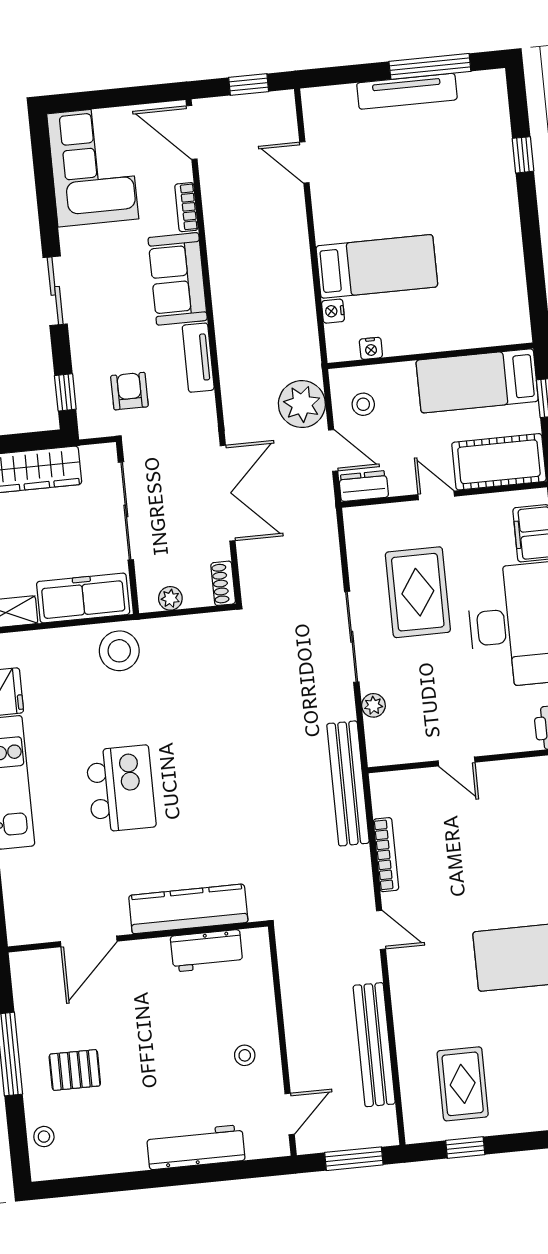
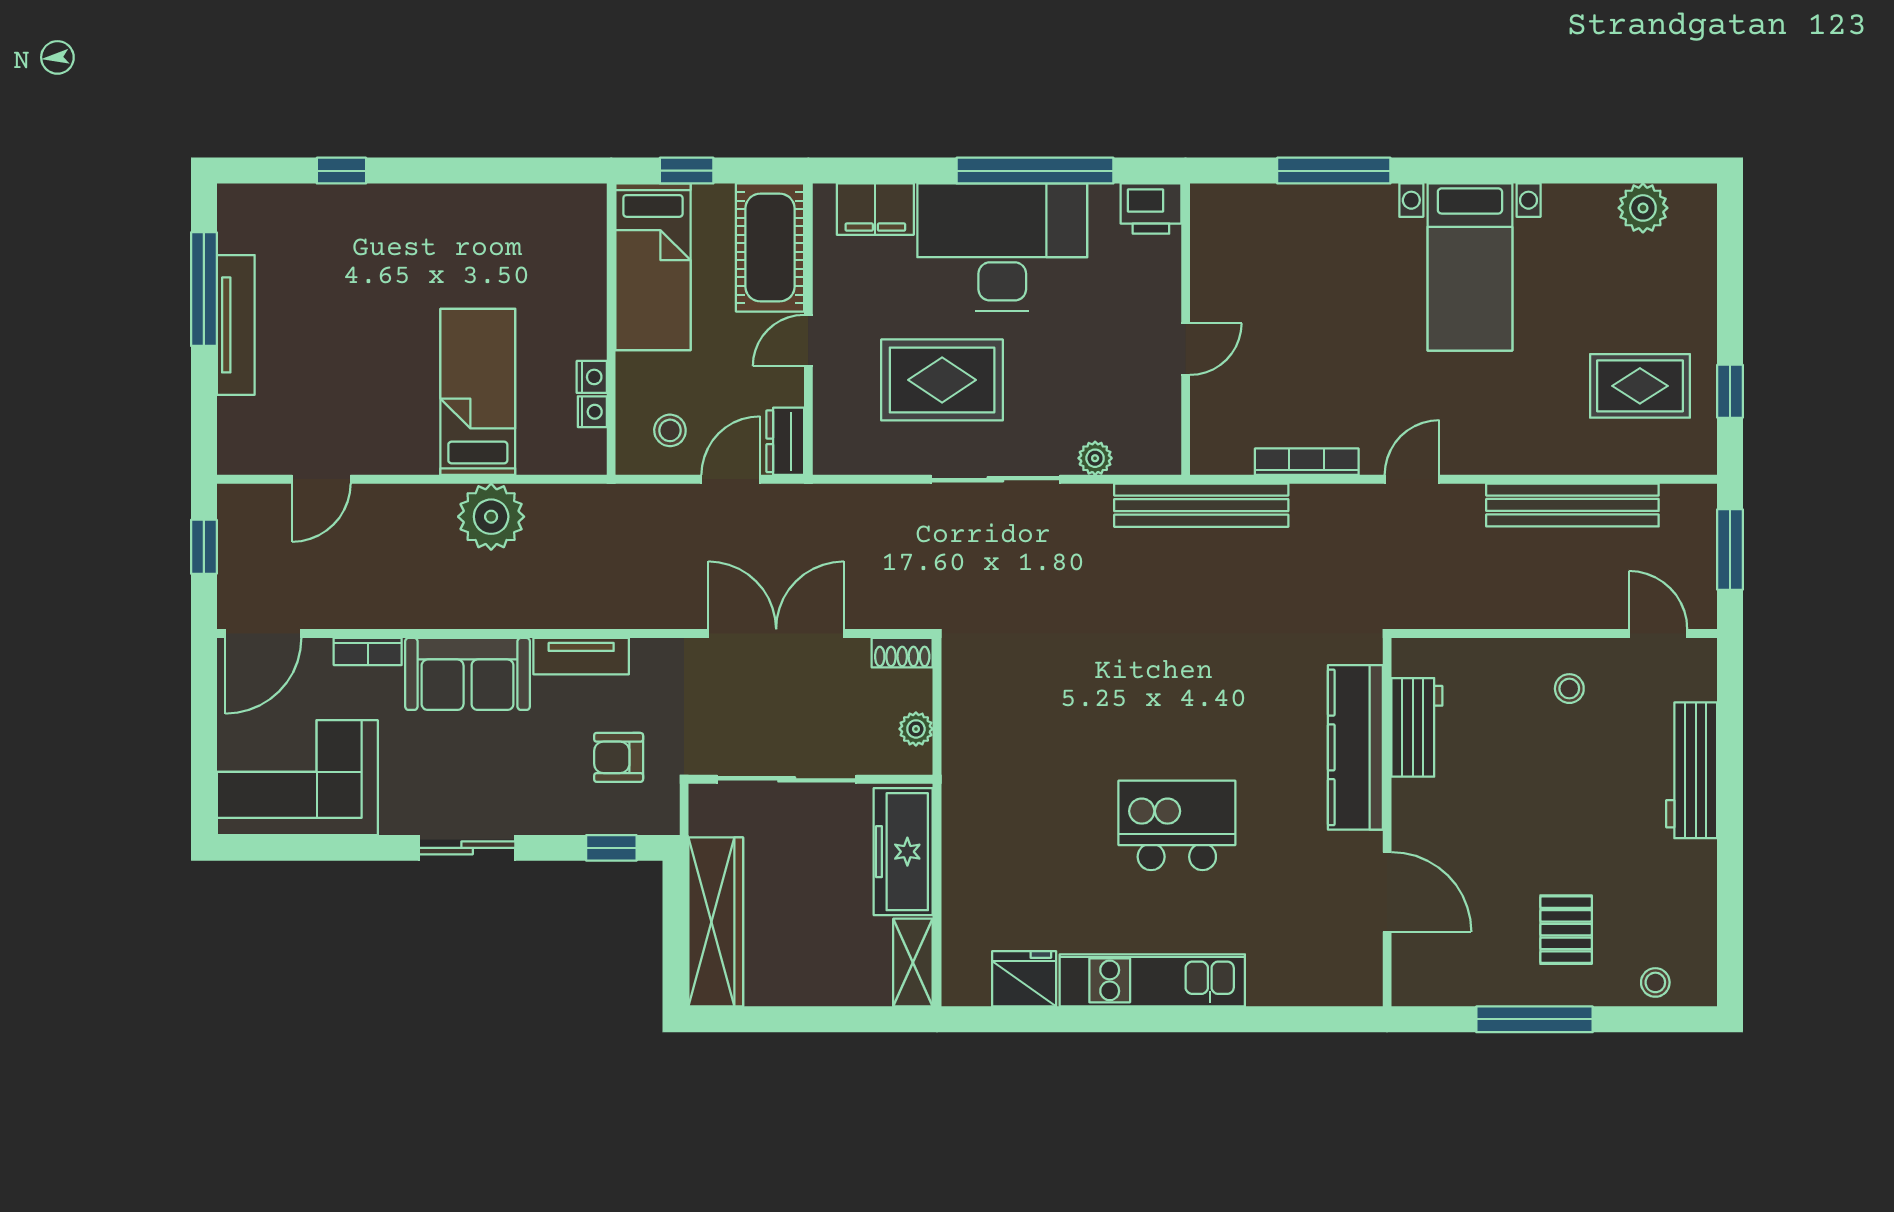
nightstand: (333, 311) -> (592, 377), moved, turned -90
plant: (302, 404) -> (491, 517), moved
stool: (119, 651) -> (983, 808), removed

